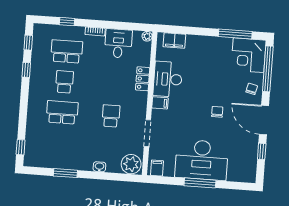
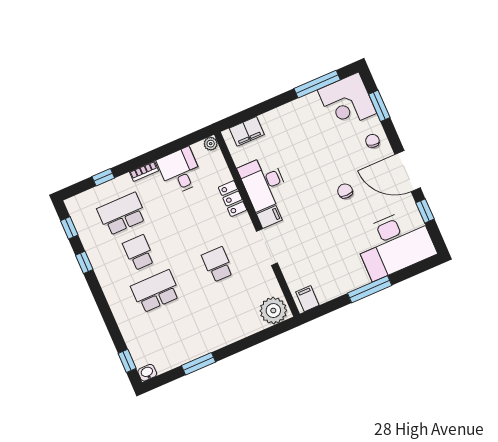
window: (268, 69) -> (379, 106), width x0.47
doorway: (147, 133) -> (267, 247), moved
desk: (202, 160) -> (394, 244), moved
washbasin: (99, 167) -> (147, 373), moved

